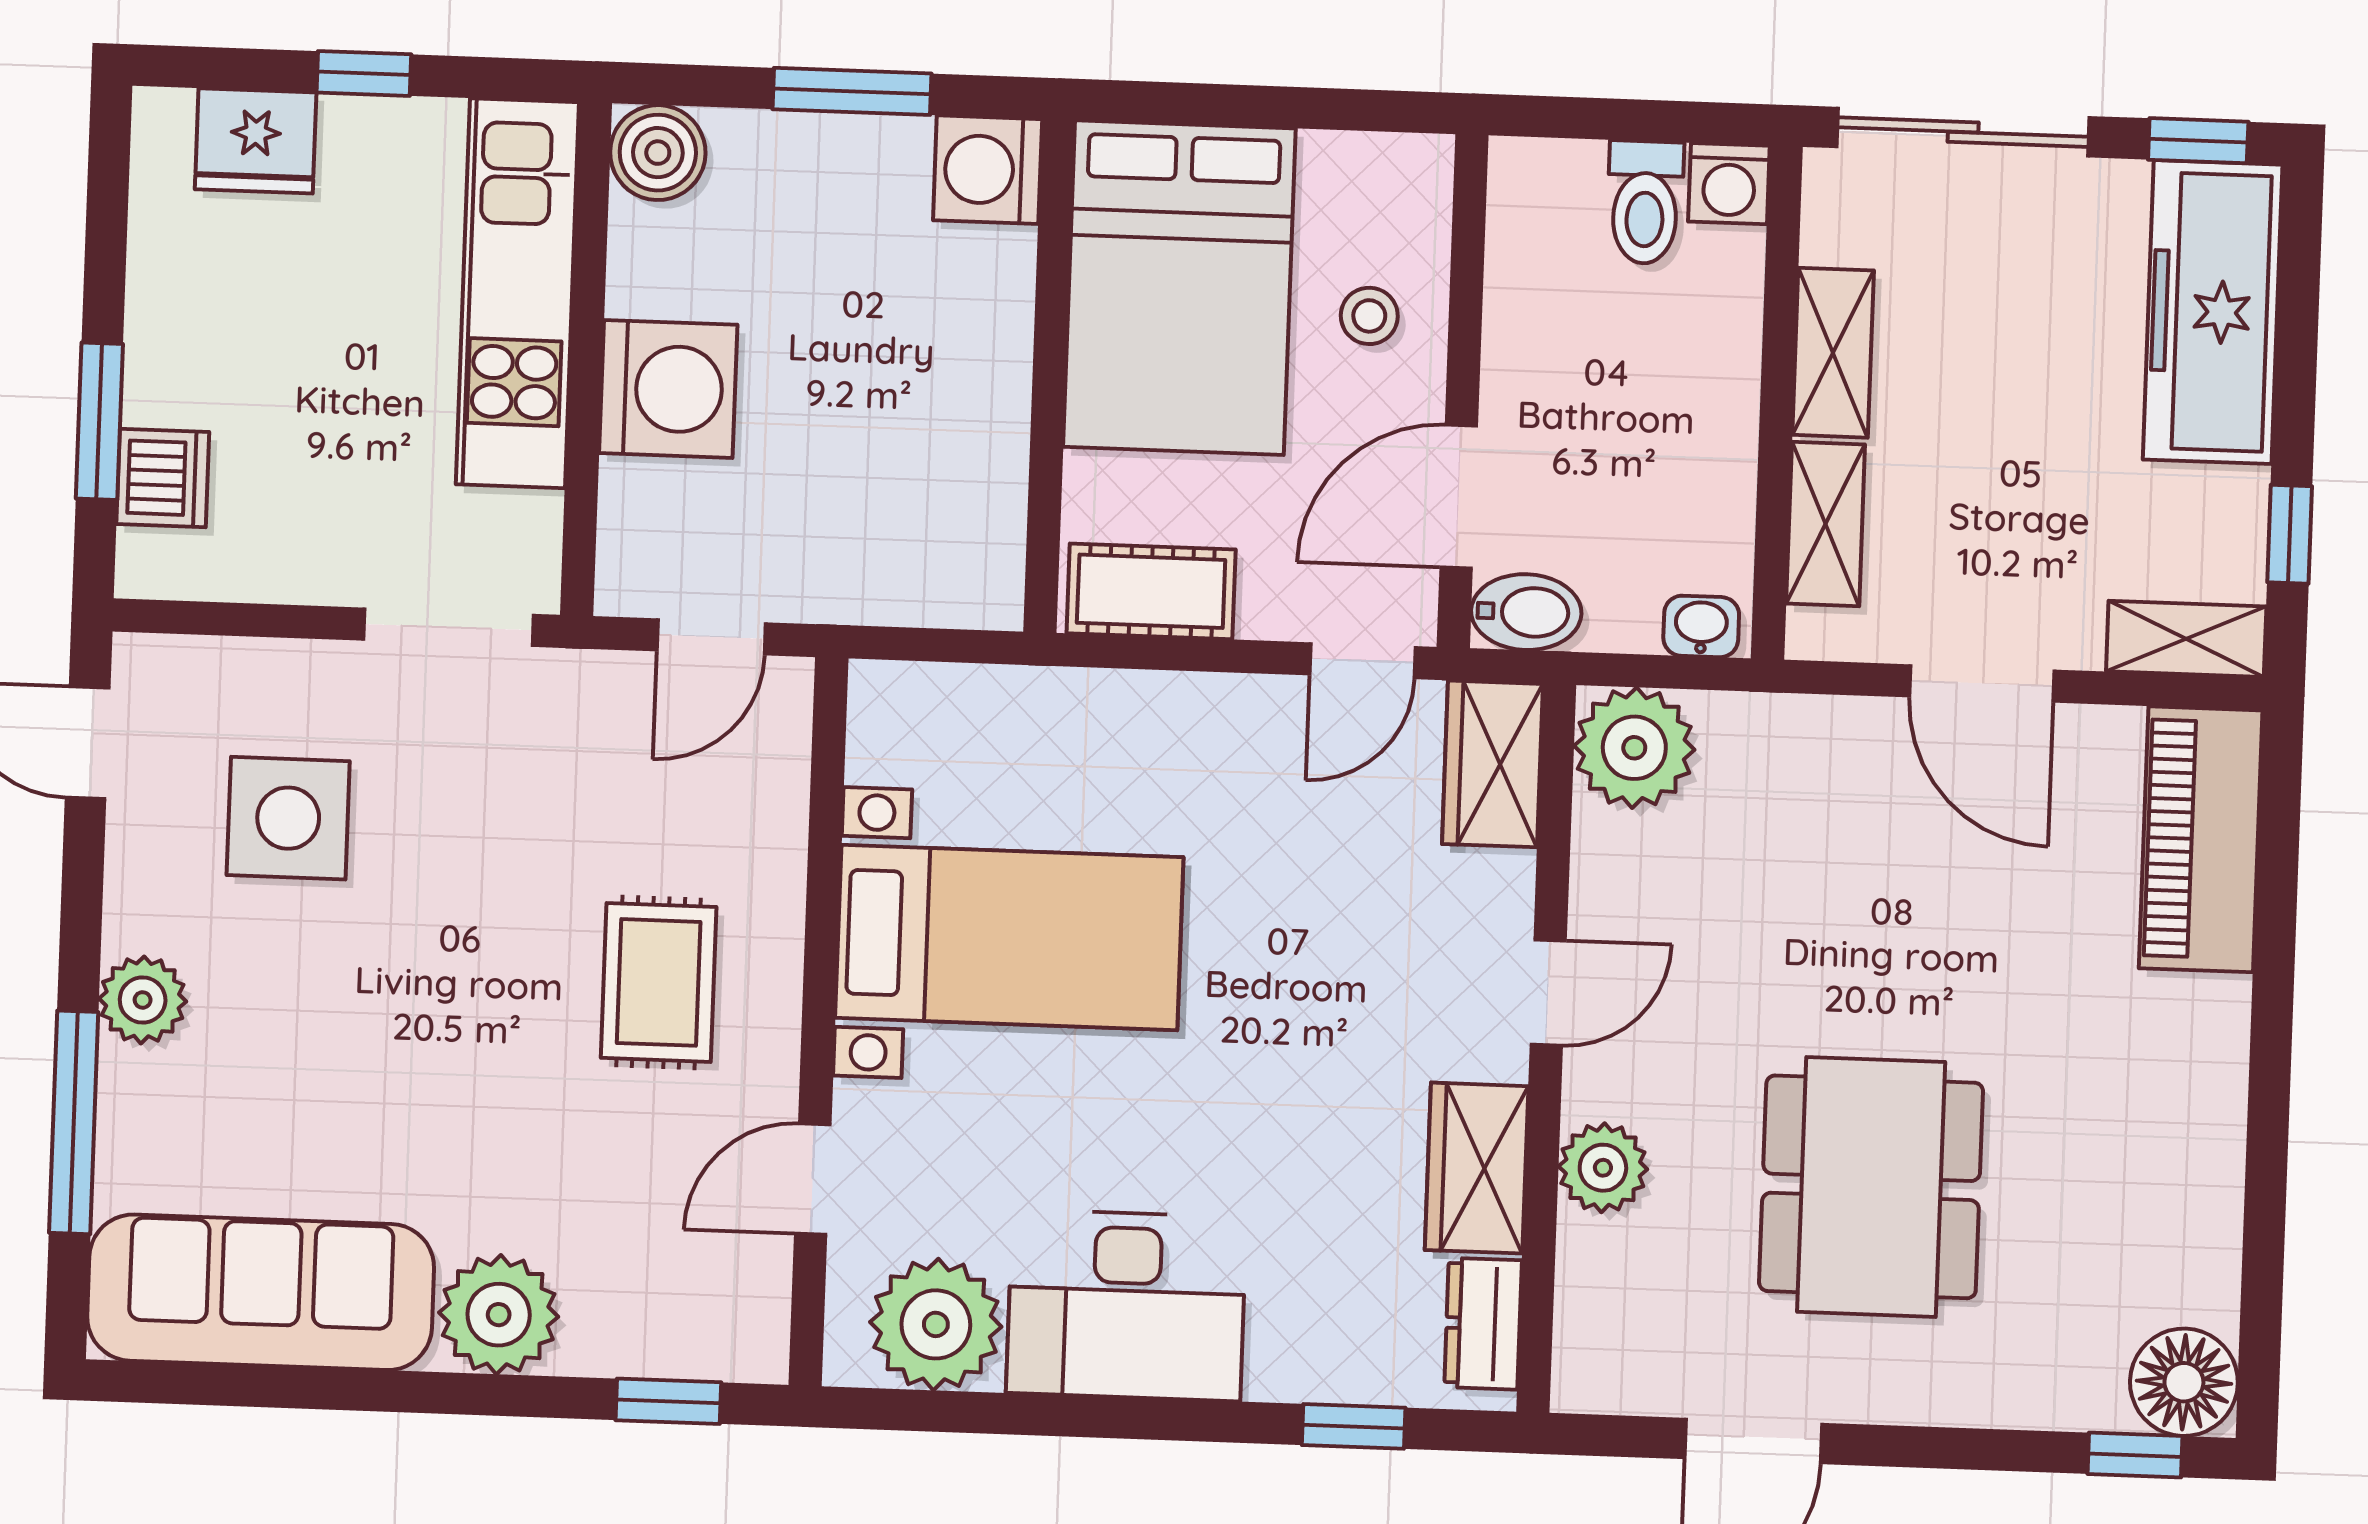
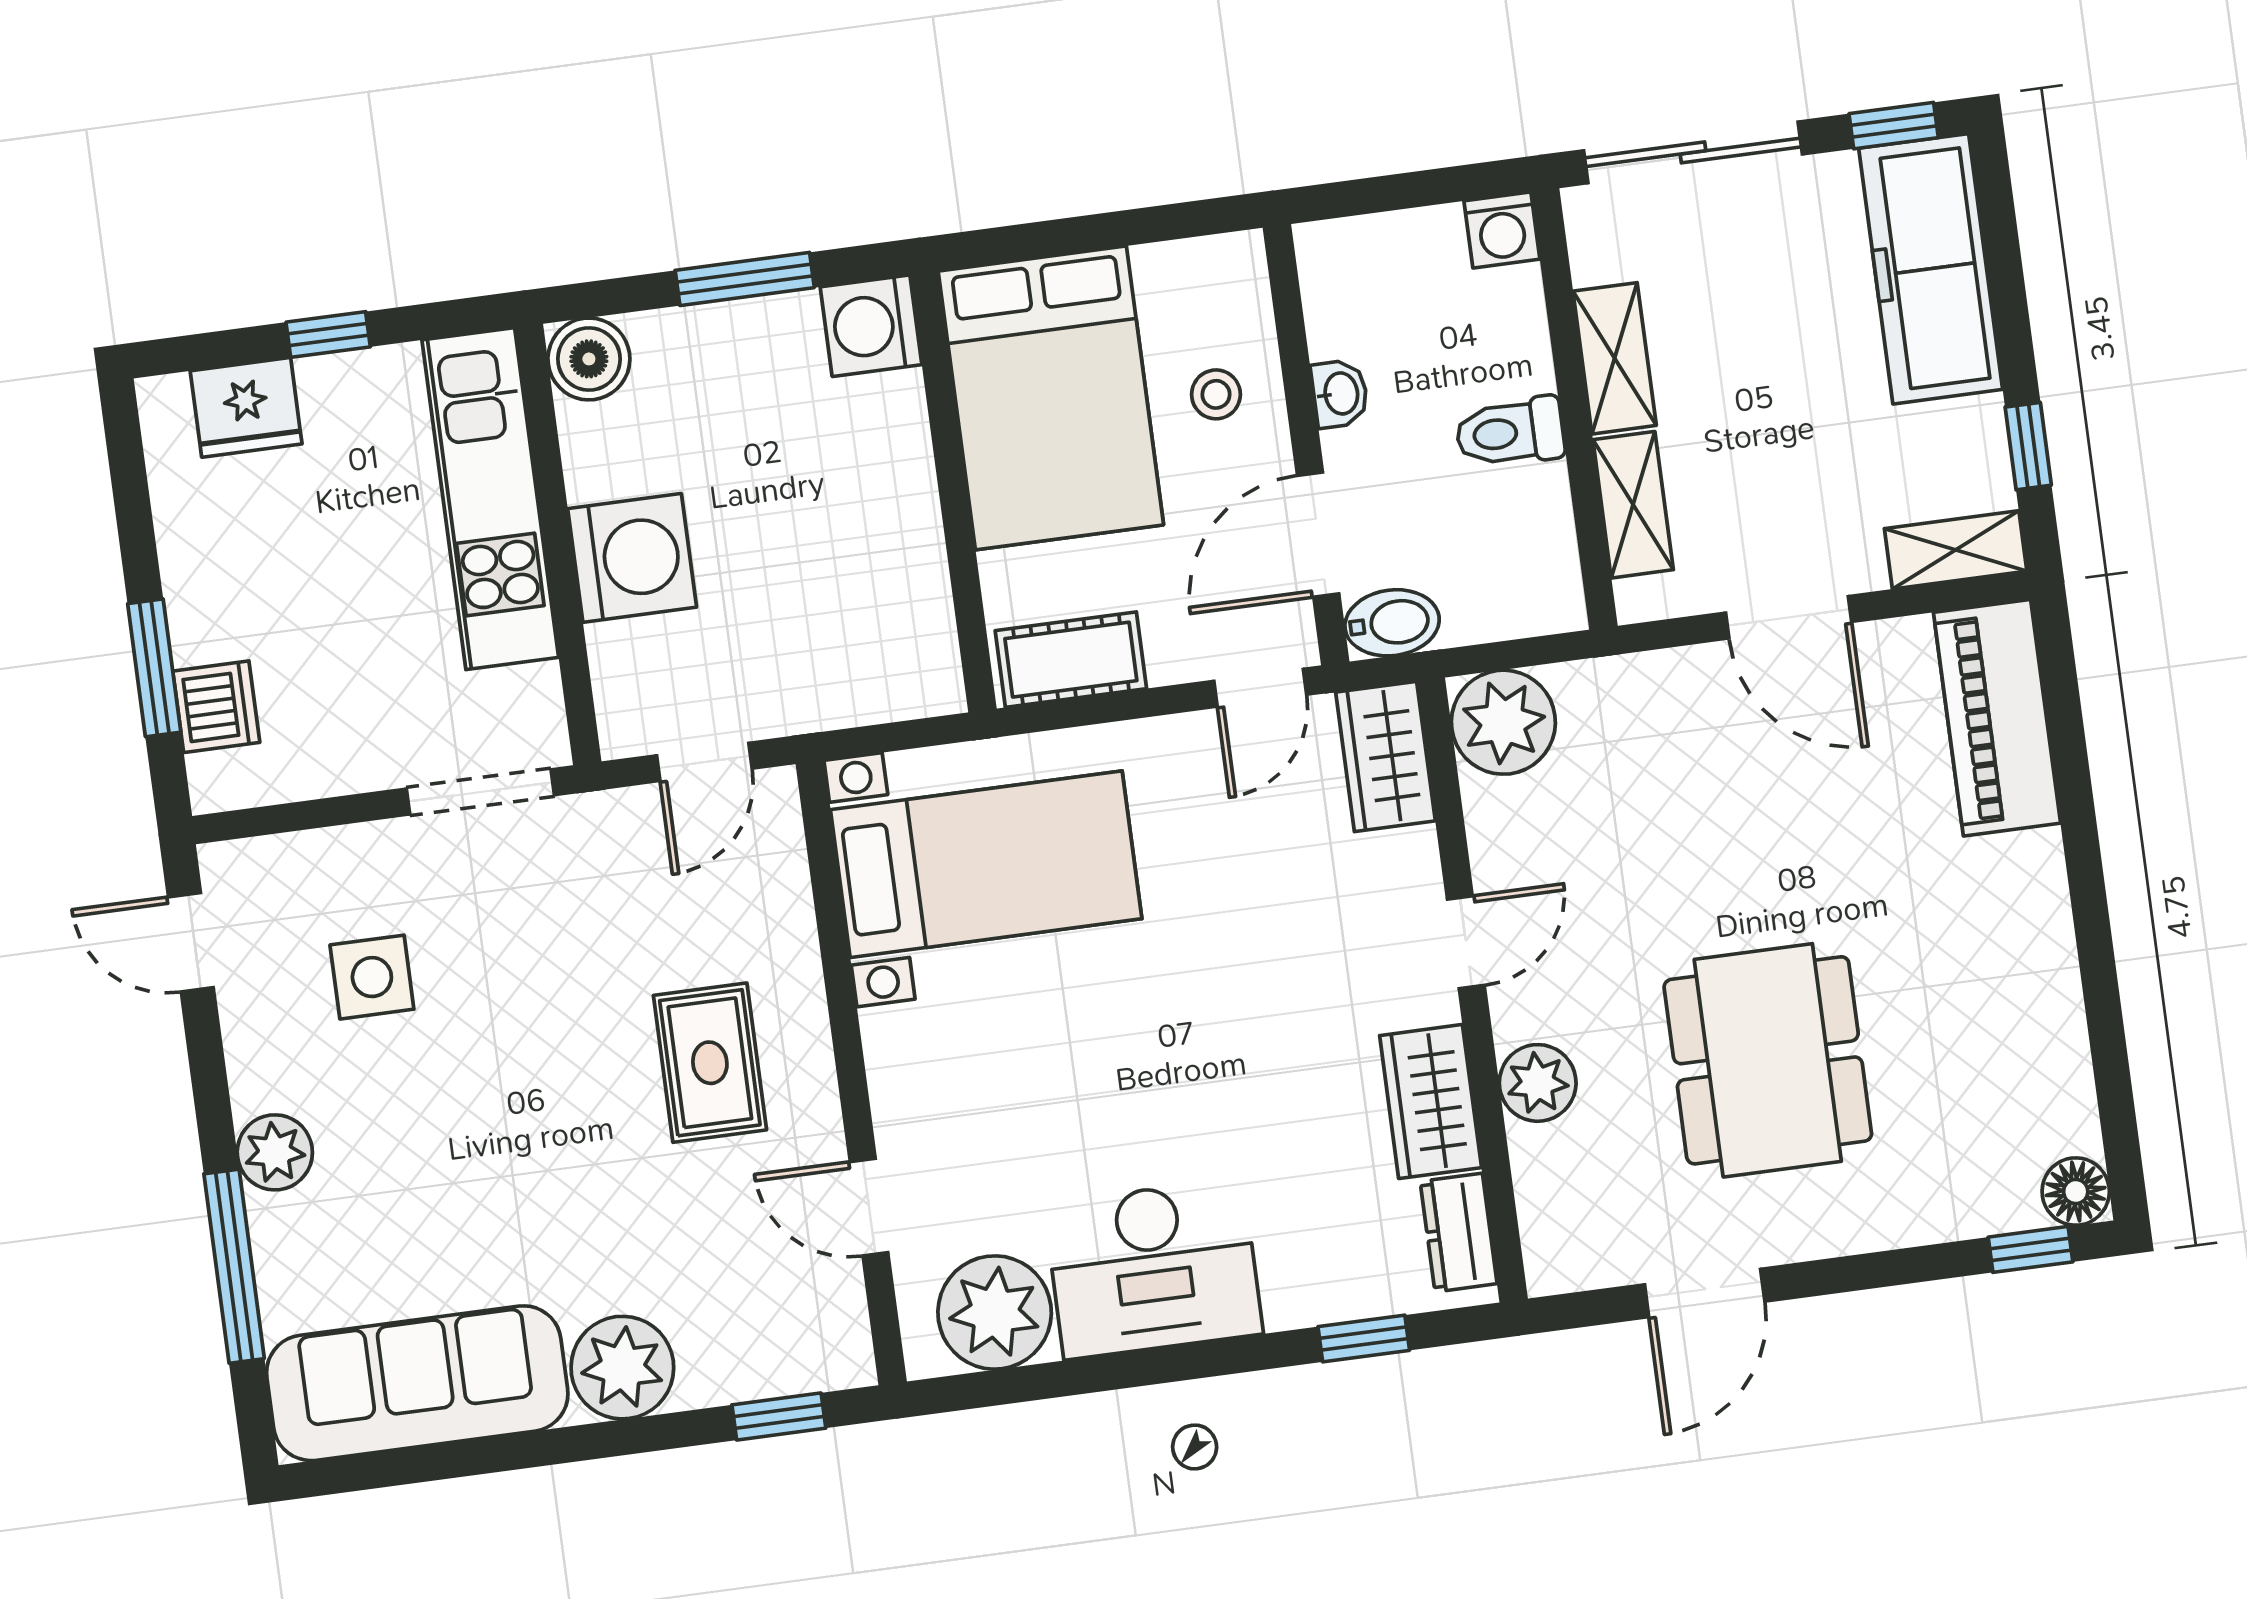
toilet: (1645, 202) -> (1510, 432), moved, turned 90
washbasin: (1701, 626) -> (1340, 394), moved, turned 90
side table: (288, 818) -> (372, 977), width x0.73, depth x0.73
bed with nightstands: (1009, 937) -> (986, 864), moved
door: (813, 1179) -> (869, 1207), hinge flipped
floor lamp: (2184, 1382) -> (2076, 1191), width x0.73, depth x0.73

